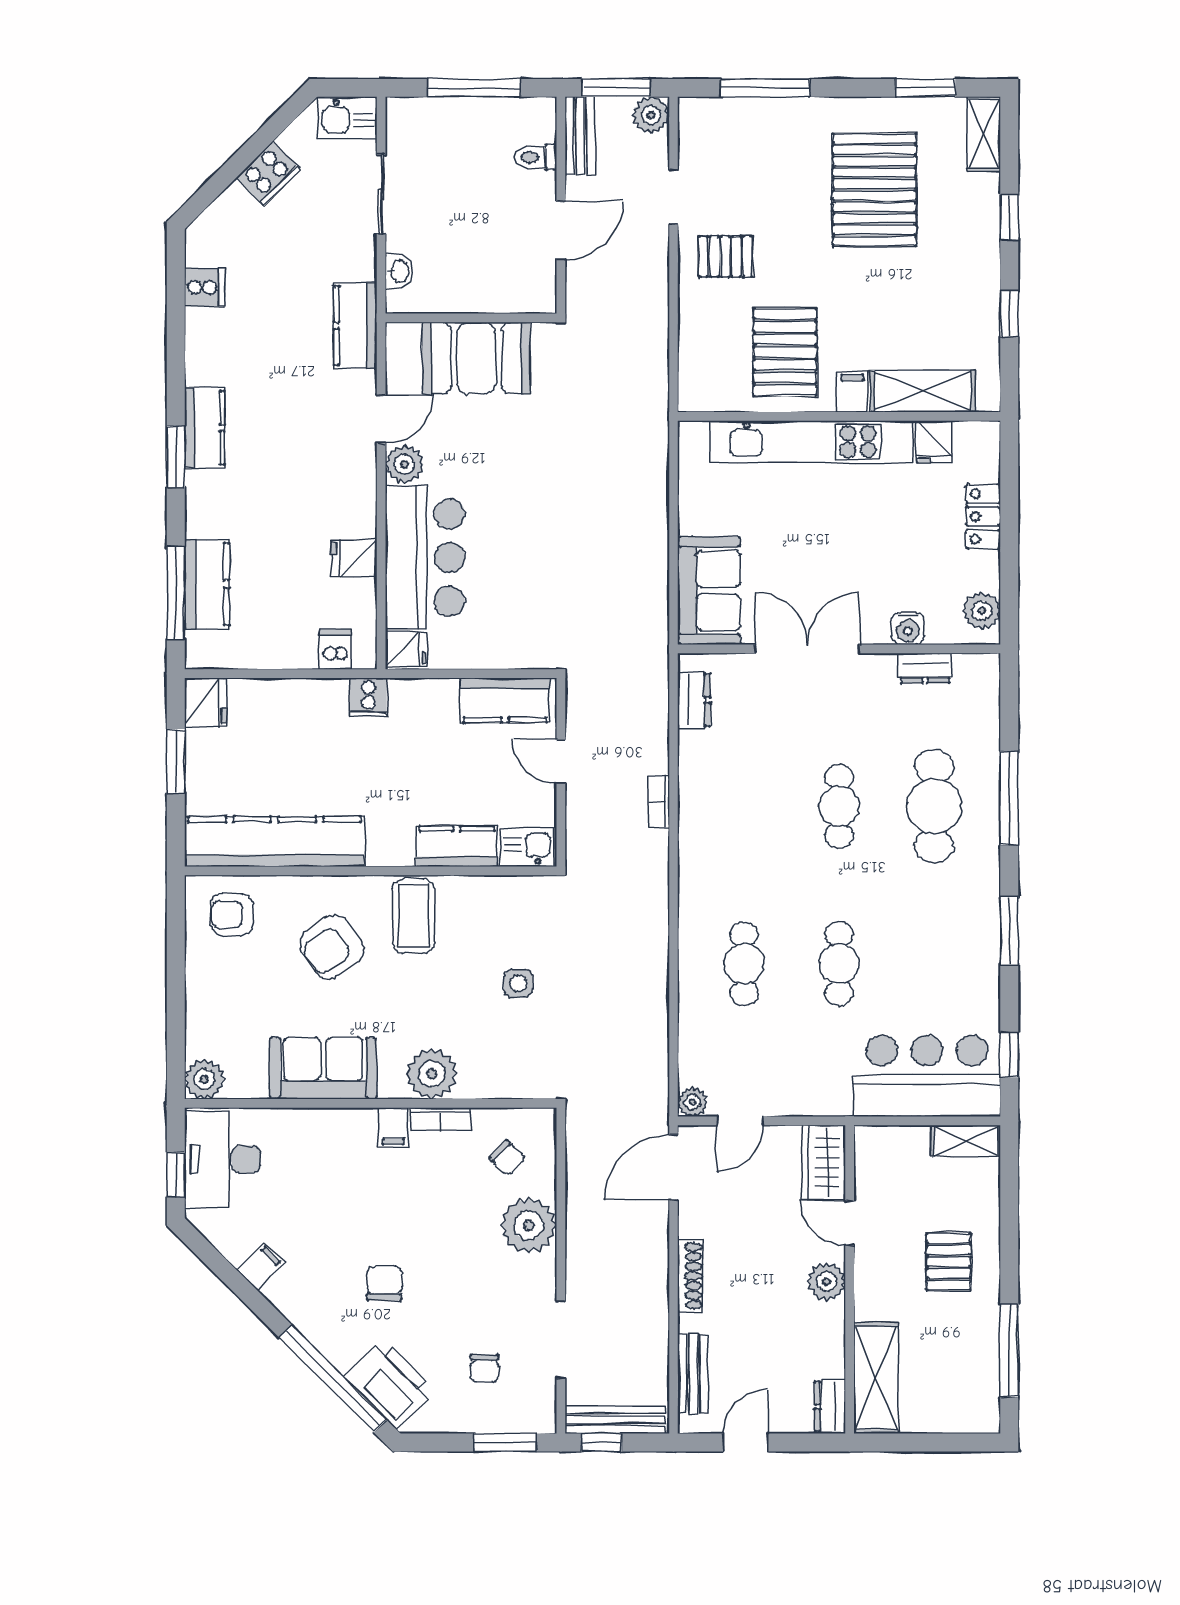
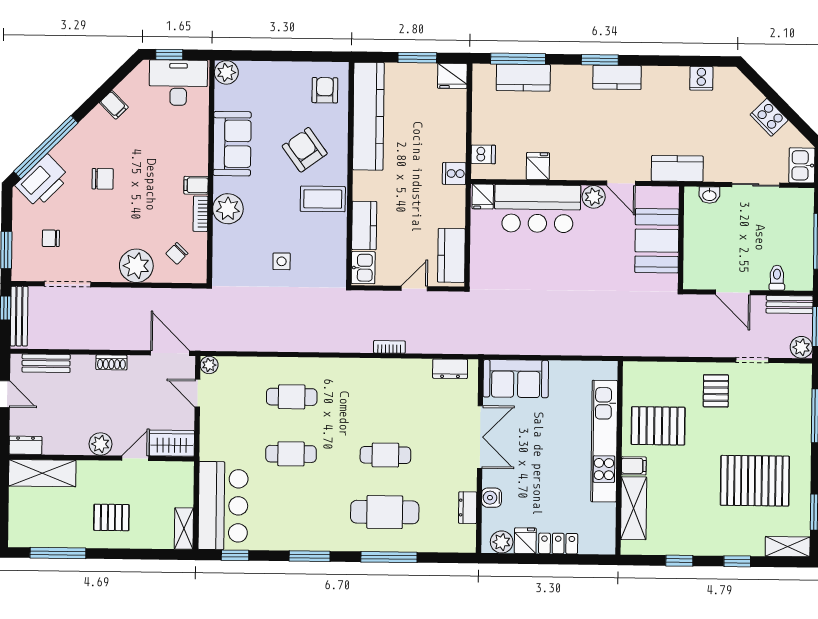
fridge: (934, 442) -> (525, 541), moved, turned 90
shoe rack: (690, 1276) -> (111, 362), width x0.70

